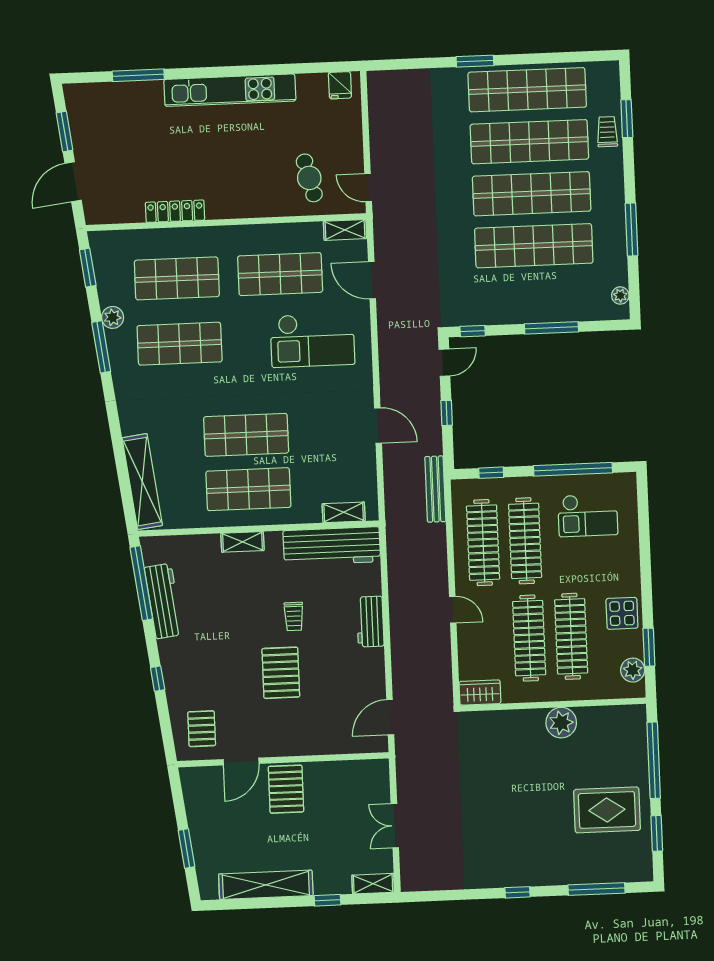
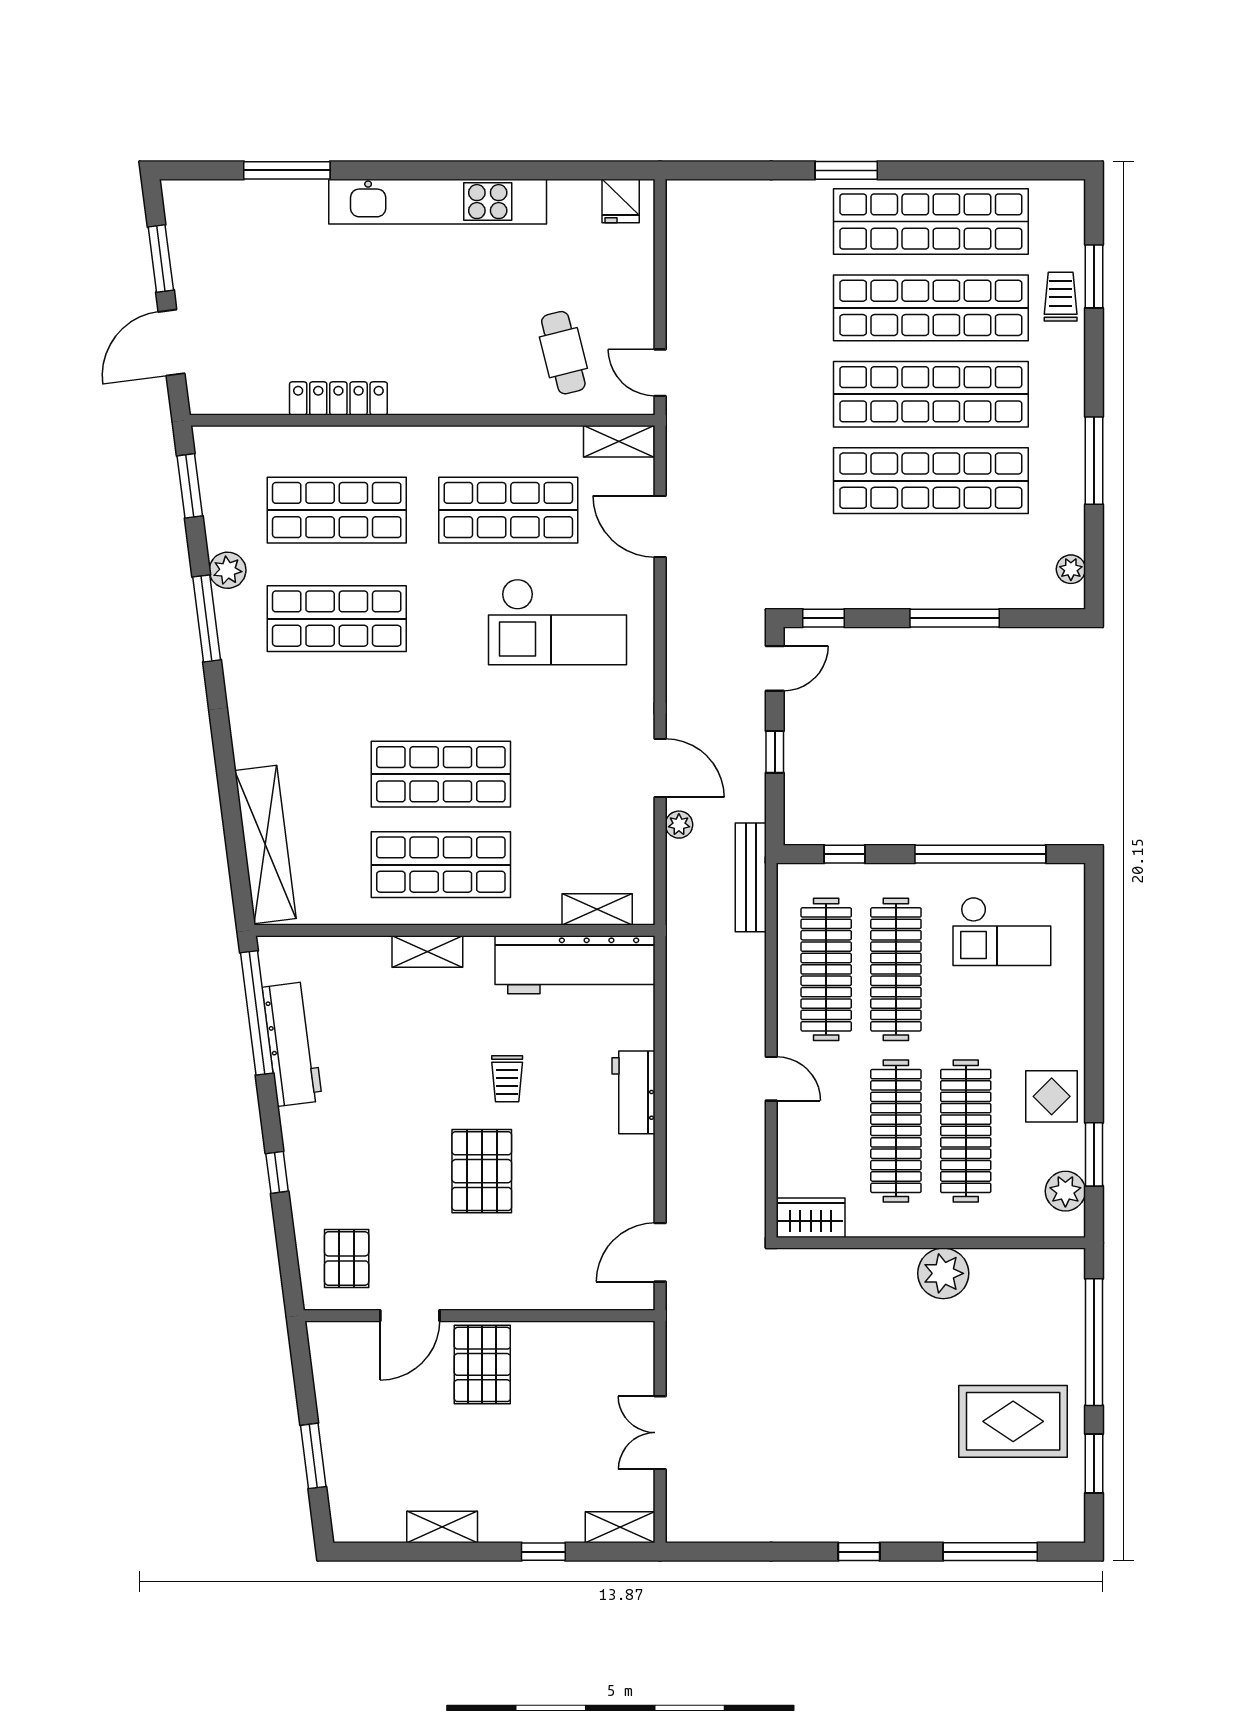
plant: (391, 459) -> (679, 825), added
shelving: (266, 885) -> (442, 1527), width x0.45, depth x0.75

